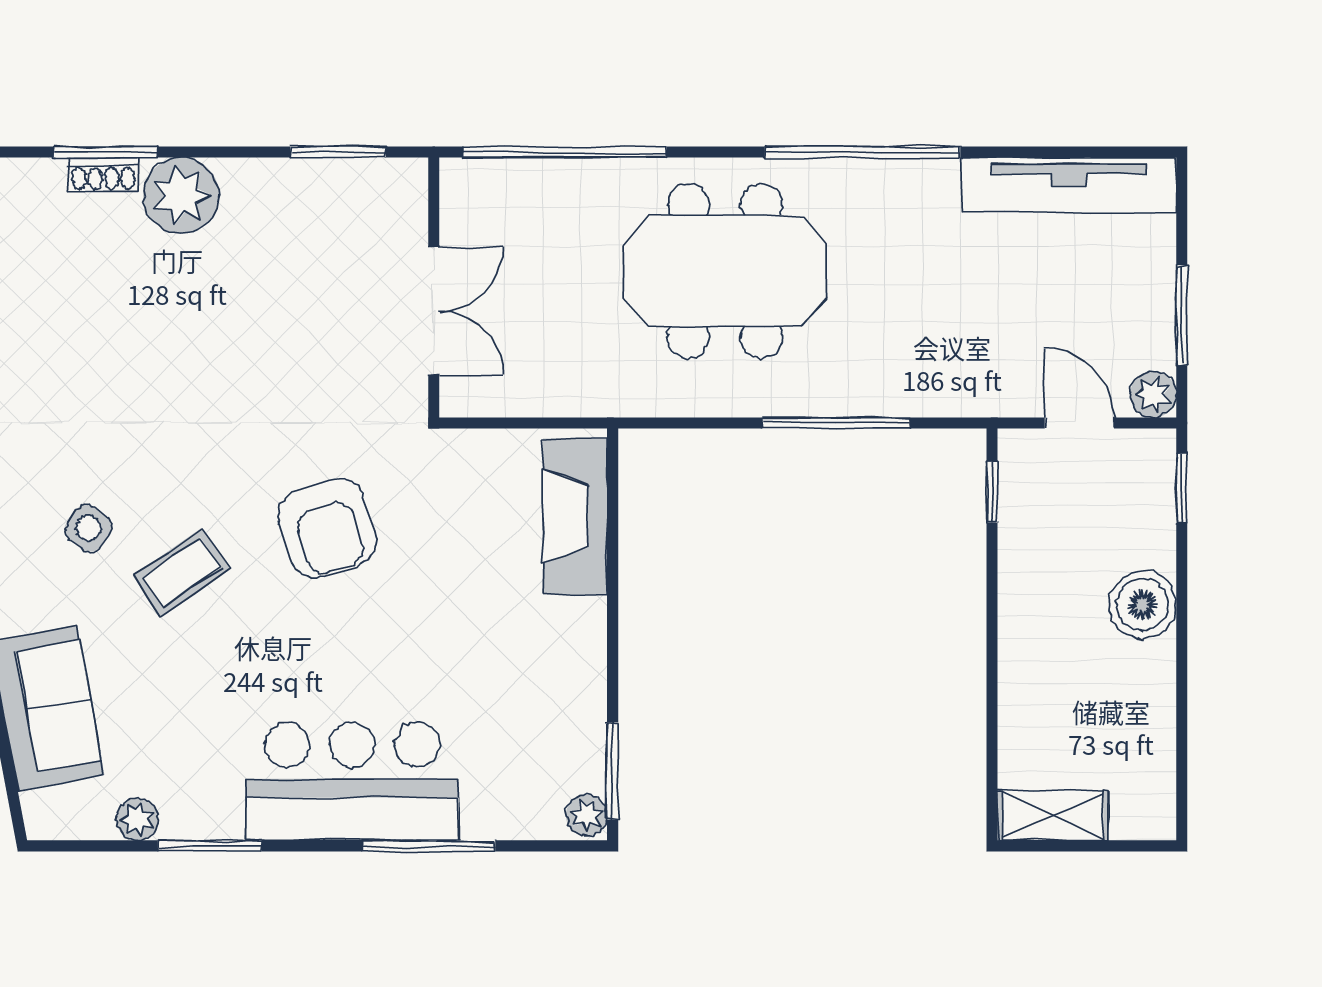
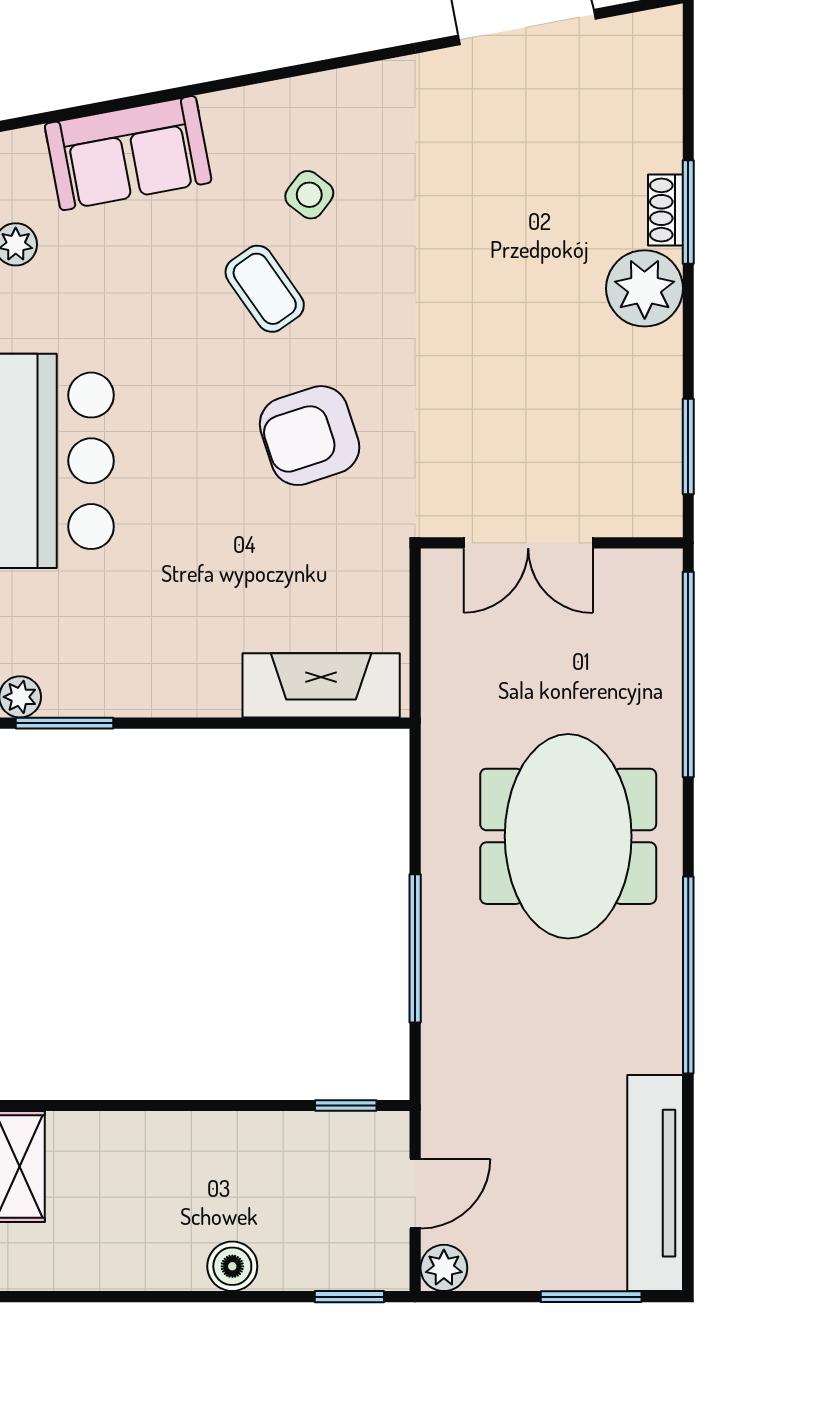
window: (1182, 315) -> (591, 1297), moved
boiler: (1143, 605) -> (232, 1266), width x0.73, depth x0.73

